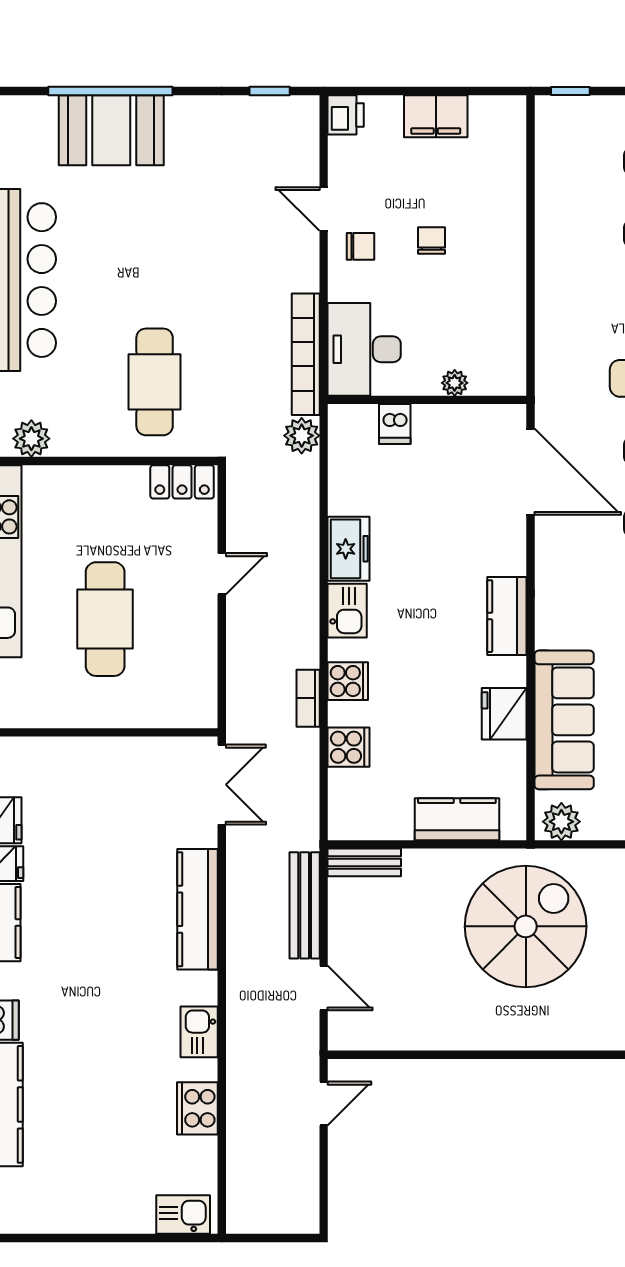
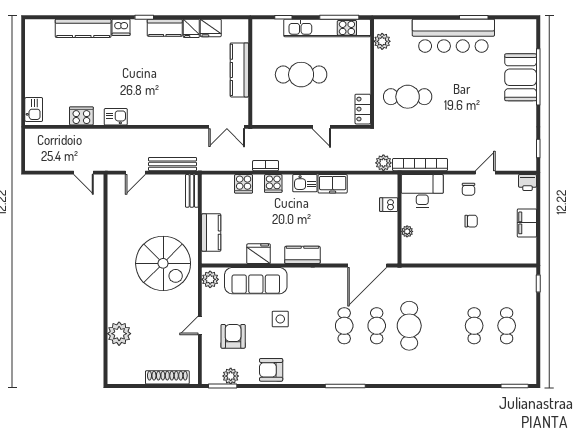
kitchen counter: (198, 909) -> (239, 70), moved, turned -90

